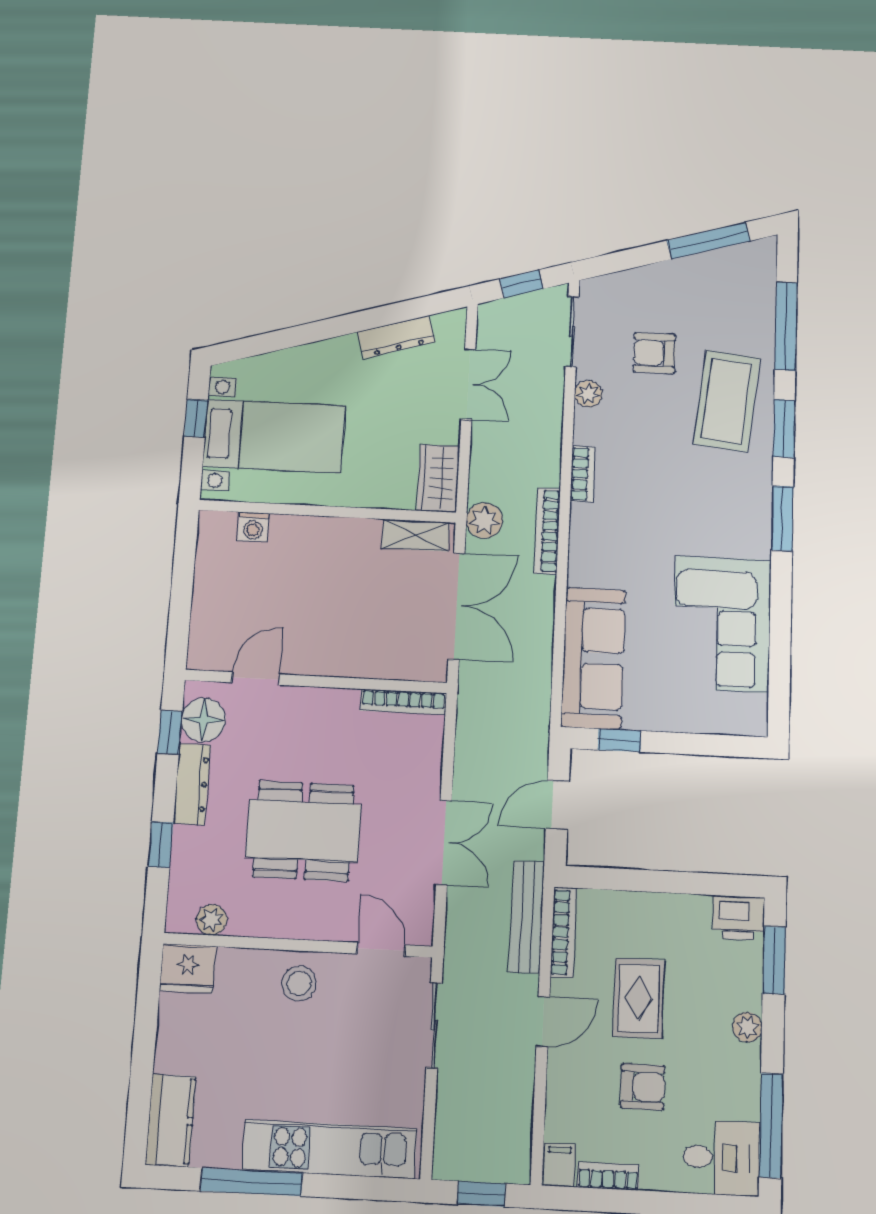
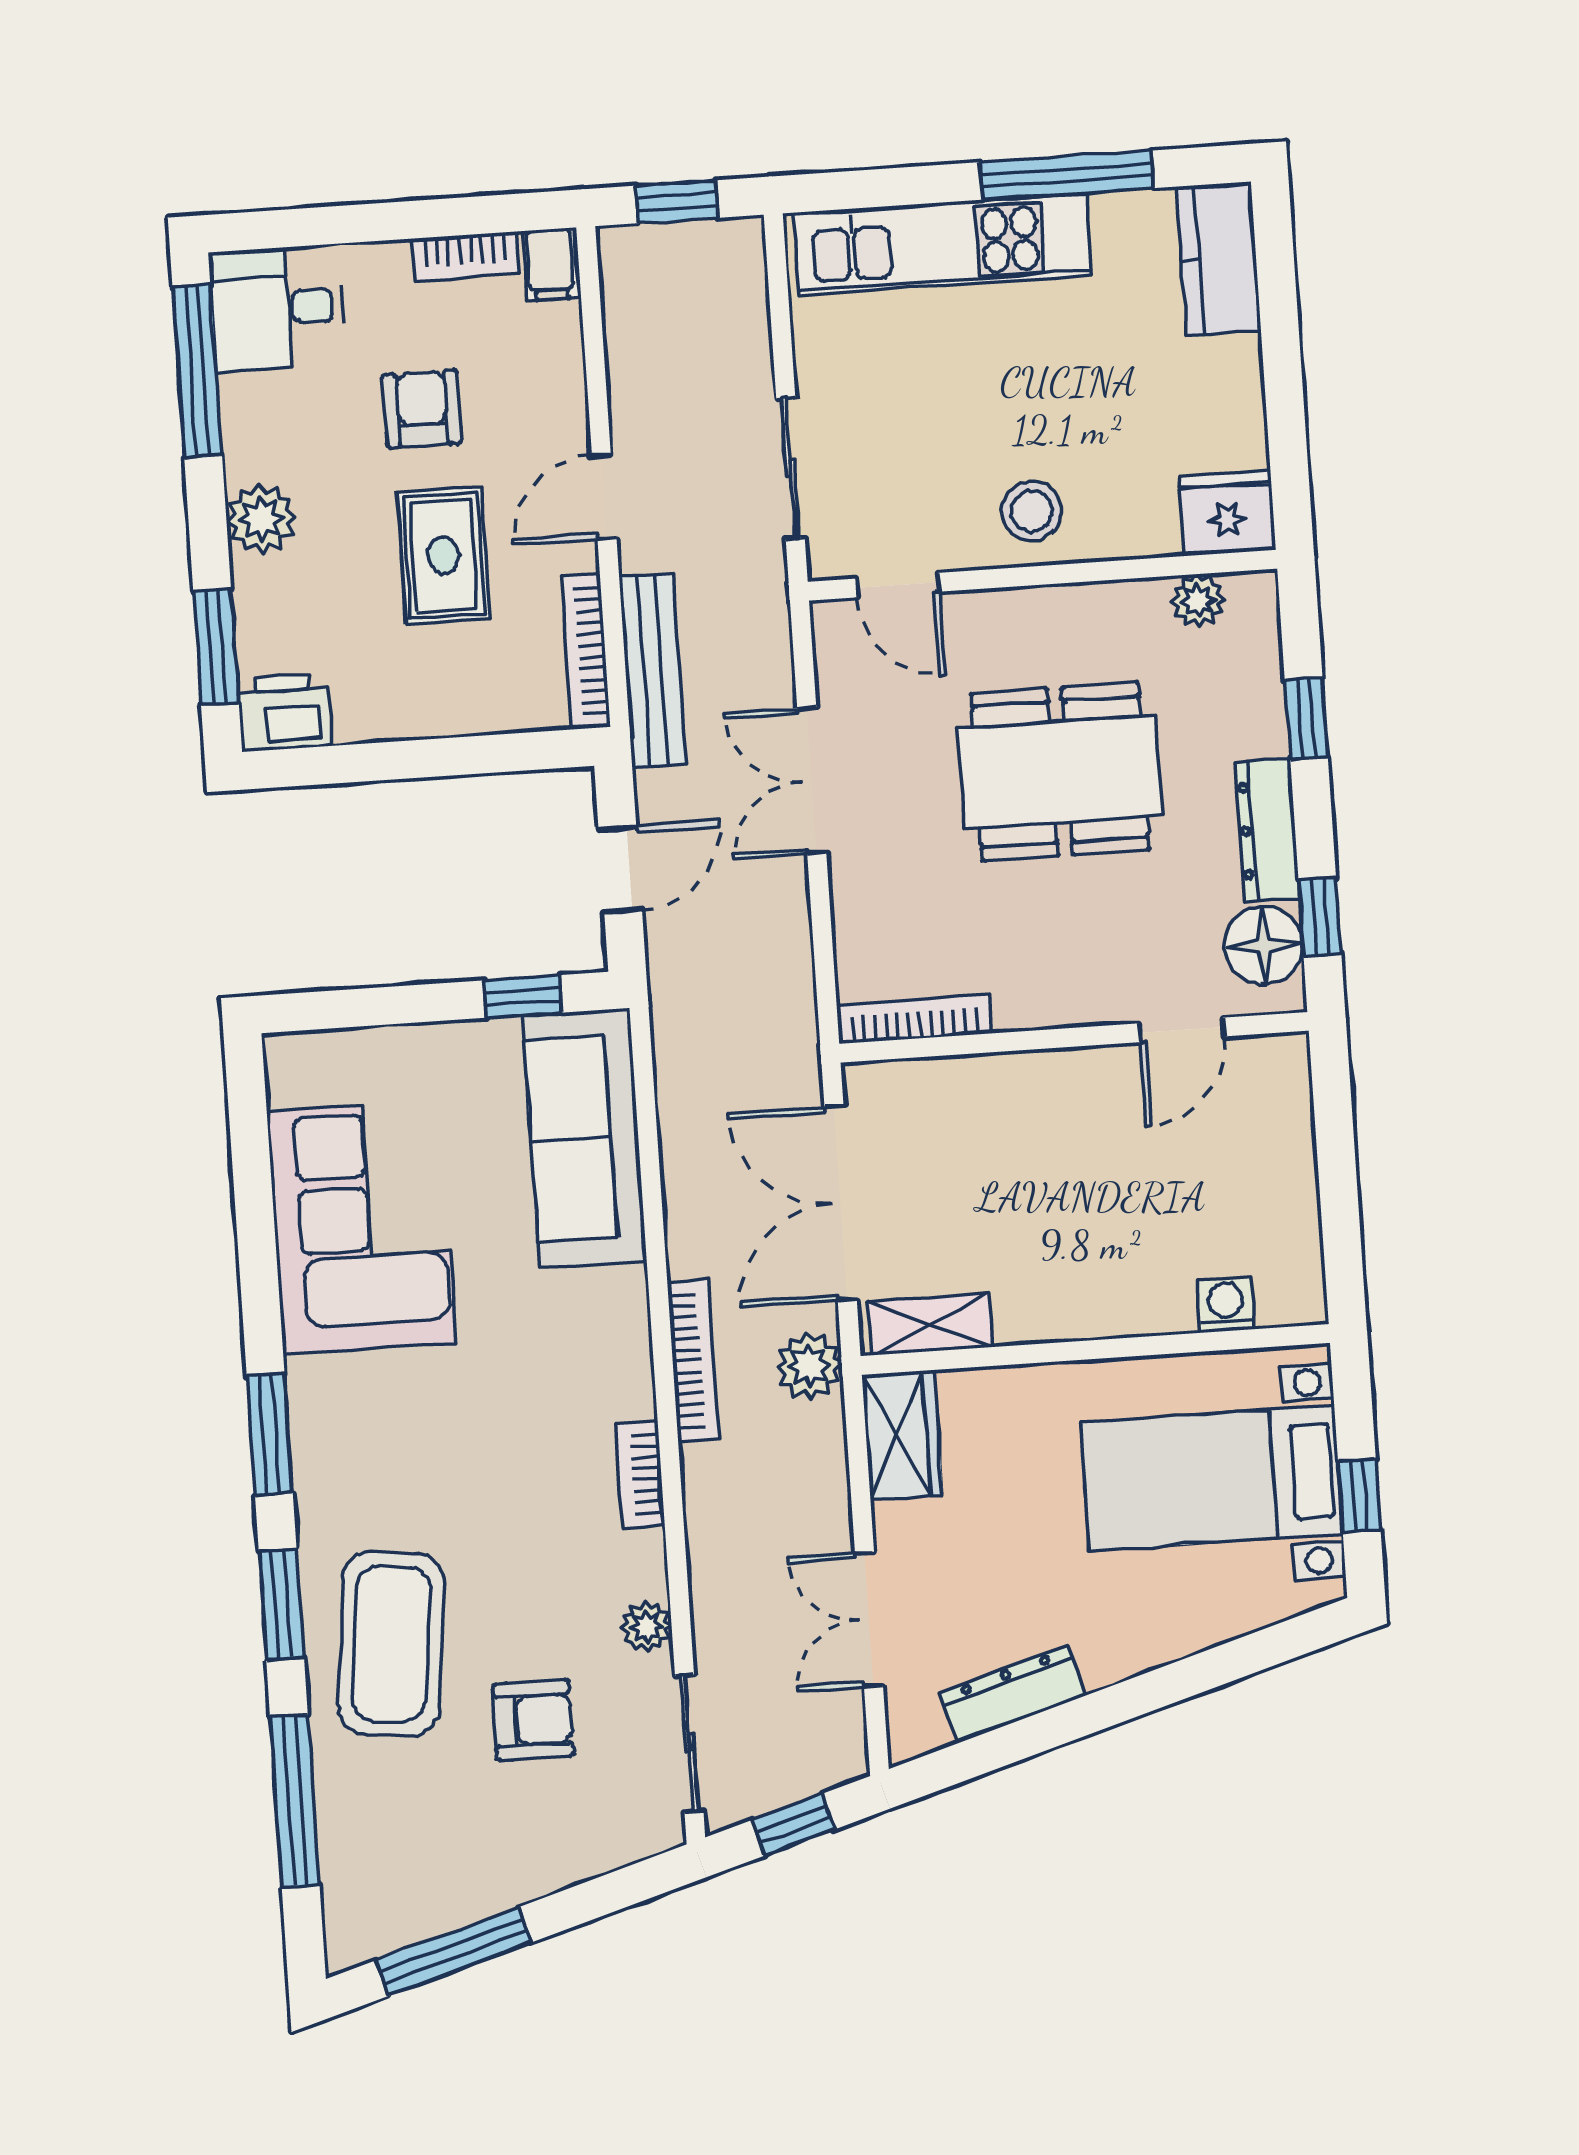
plant: (747, 1027) -> (261, 519), width x1.38, depth x1.38
armchair: (643, 1087) -> (422, 409), turned 90

